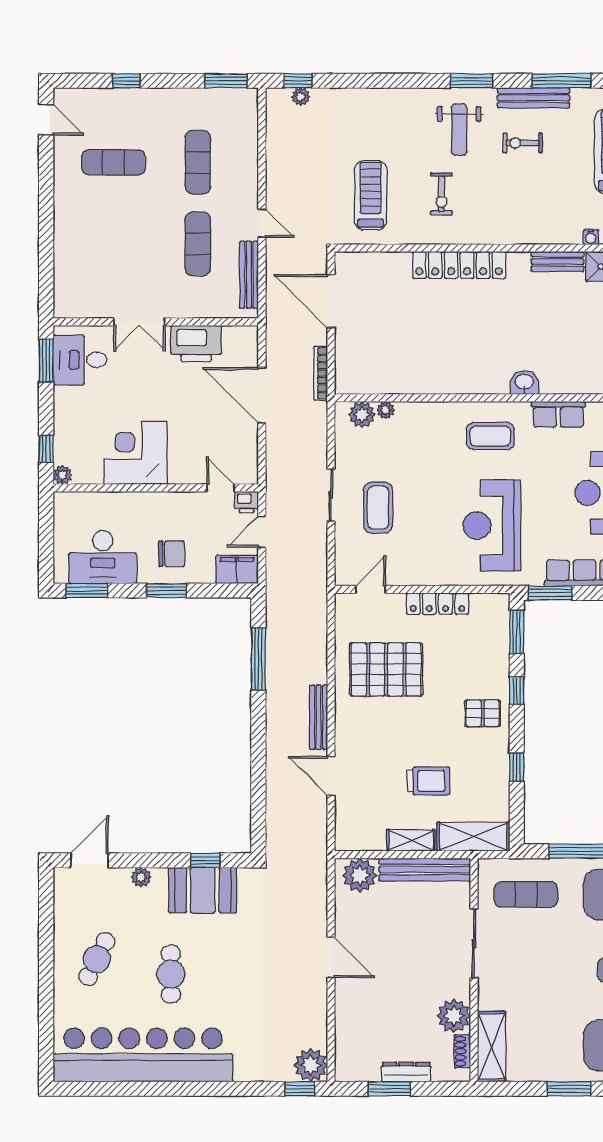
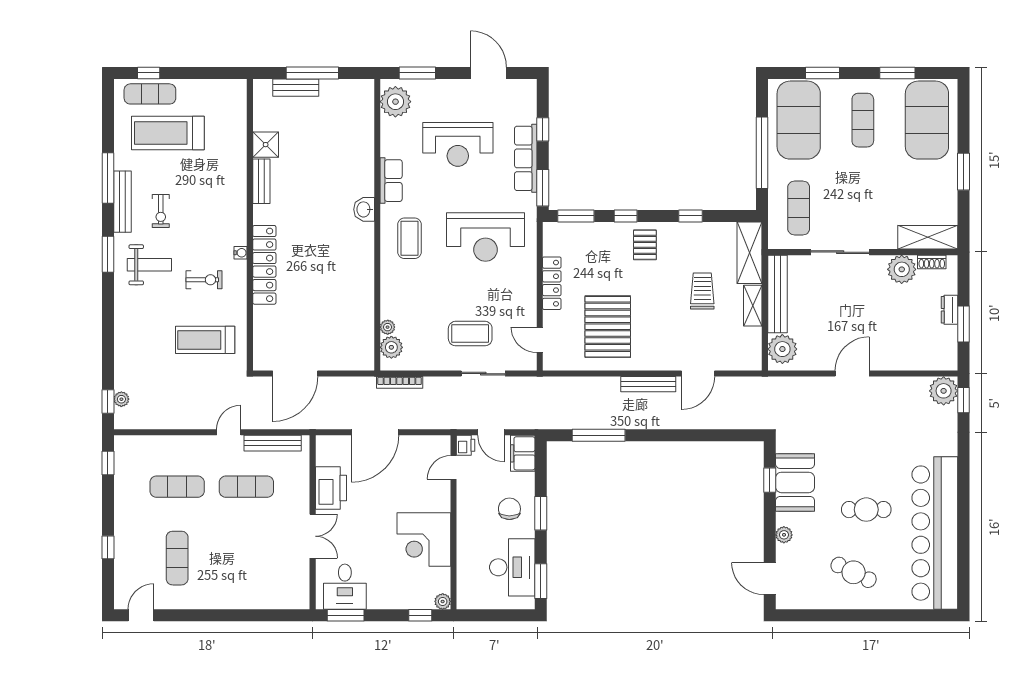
window: (226, 81) -> (108, 463), width x0.67
water cooler: (591, 237) -> (241, 253), moved
bookcase: (321, 373) -> (400, 382), moved
sliding door: (331, 495) -> (483, 374), moved
dresser: (406, 1072) -> (949, 310), width x0.70

